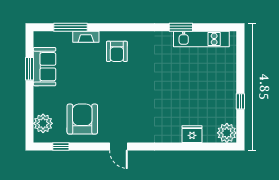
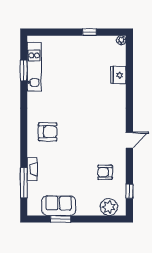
window: (181, 27) -> (24, 70), moved
armchair: (117, 51) -> (48, 132), moved
armchair: (82, 119) -> (105, 172), width x0.53, depth x0.53
plant: (227, 133) -> (121, 40), width x0.53, depth x0.53

